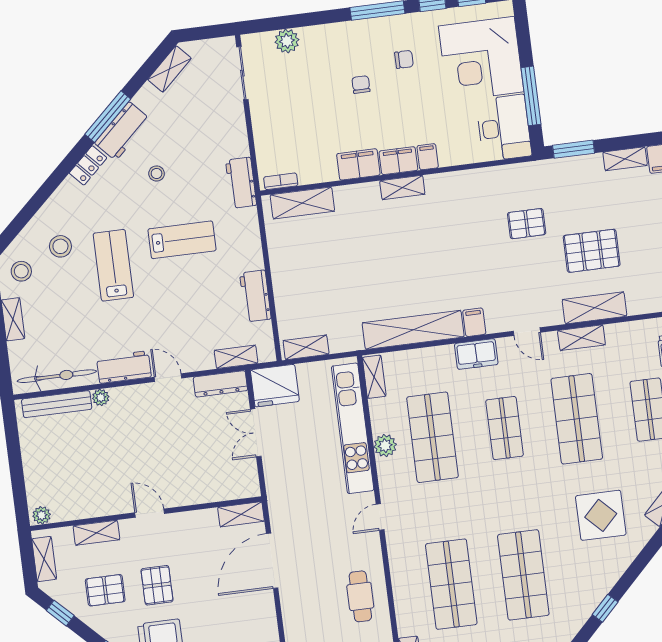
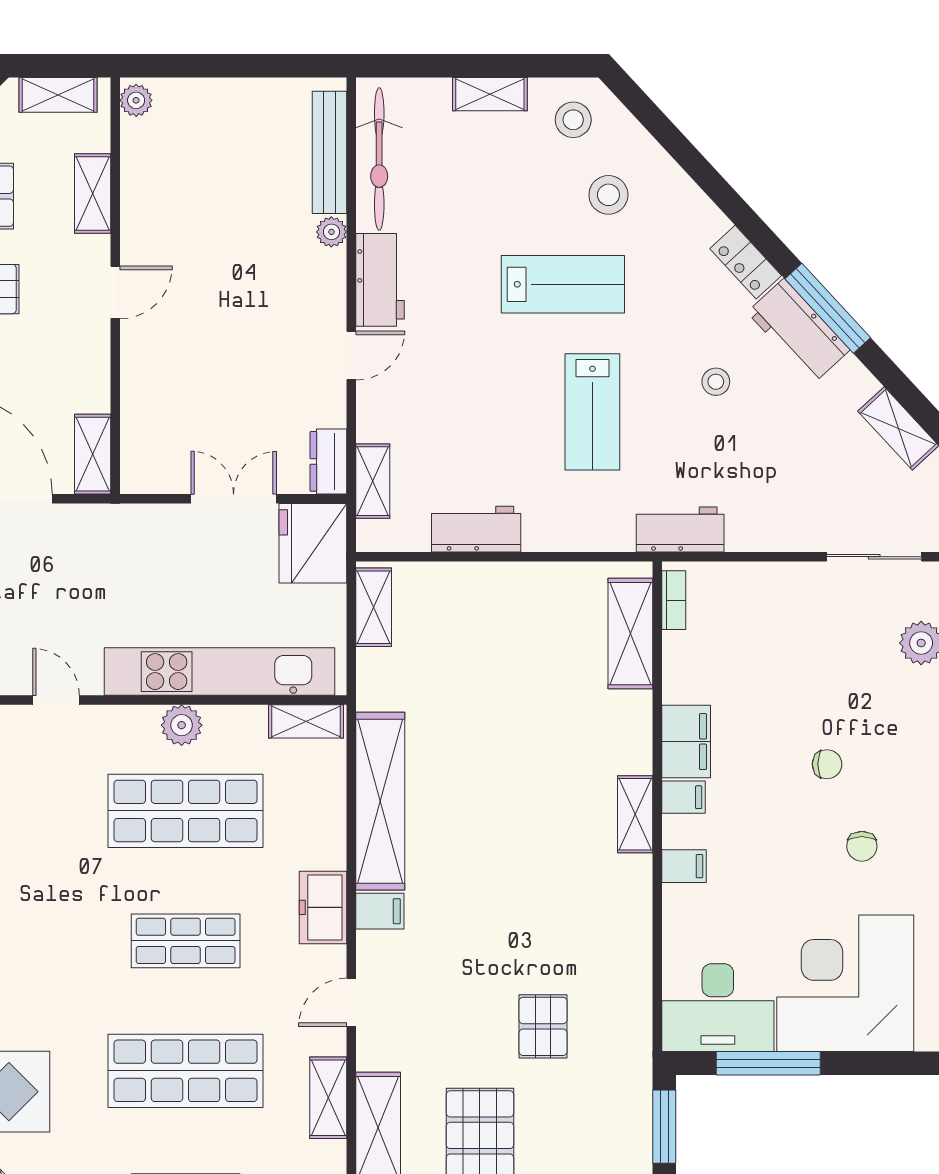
filing cabinet: (398, 161) -> (684, 797), width x0.50
dresser: (220, 384) -> (328, 461), width x0.70

